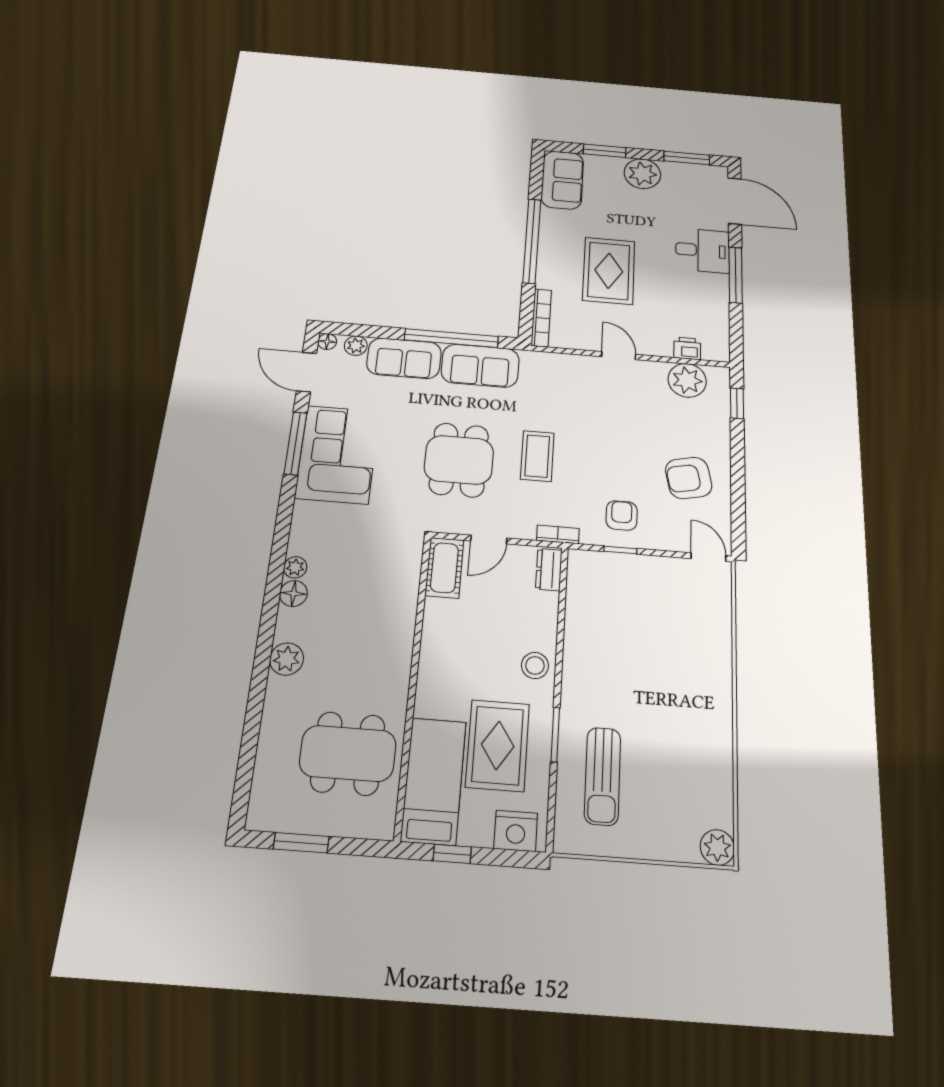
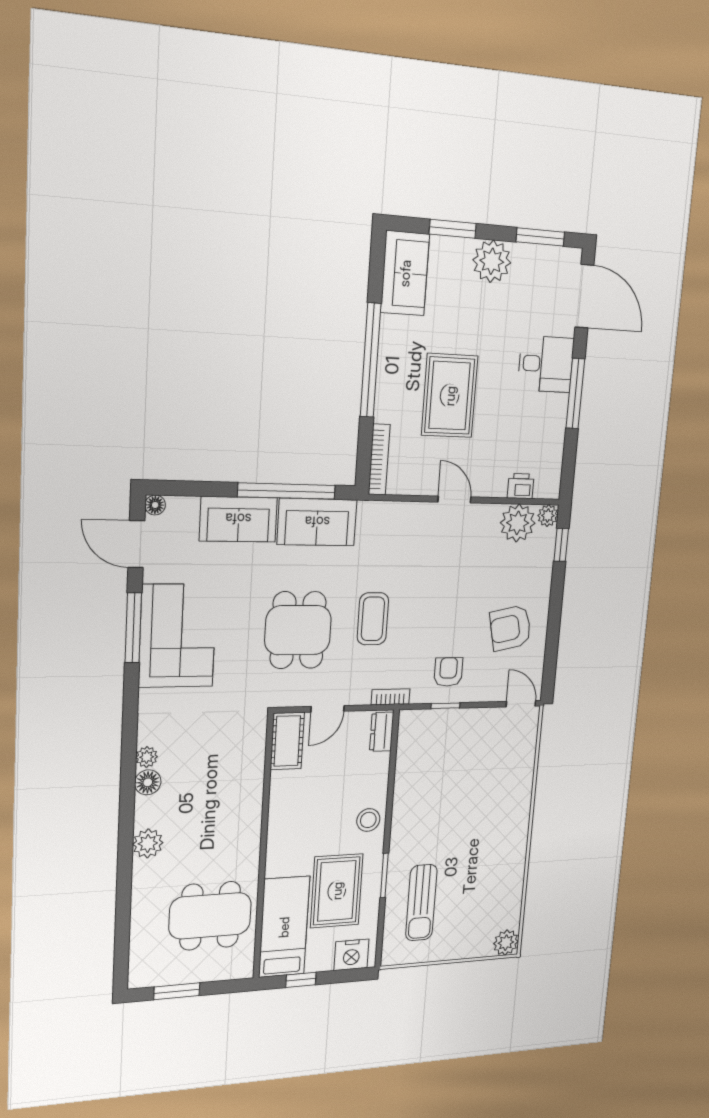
plant: (356, 346) -> (548, 516), moved

